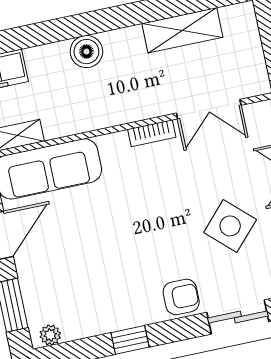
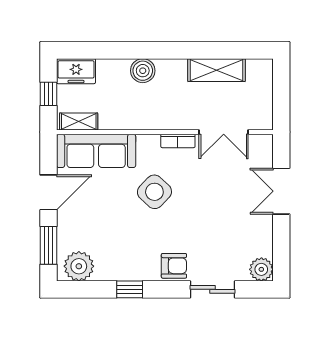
side table: (230, 226) -> (154, 192), moved
plant: (50, 335) -> (79, 266), width x1.87, depth x1.87

